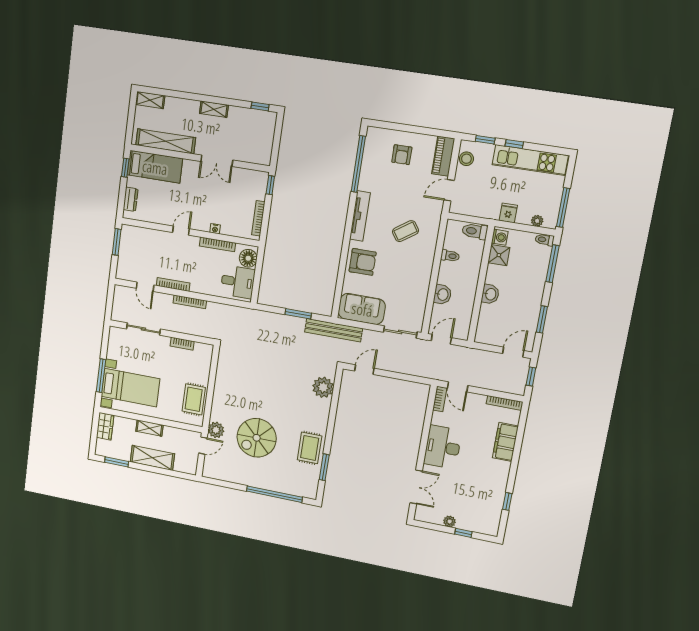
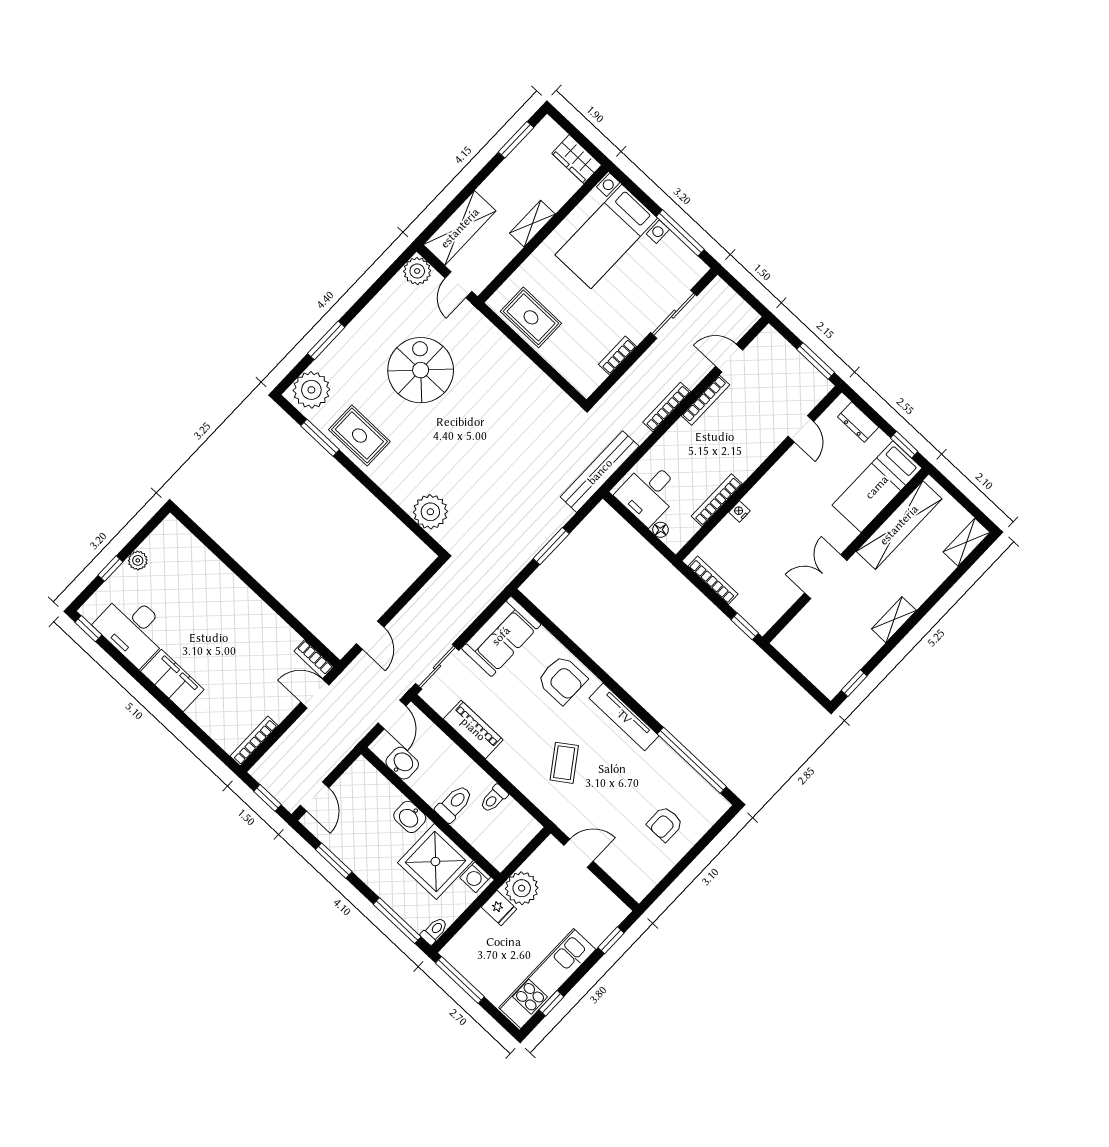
window: (514, 144) -> (551, 1003), moved
armchair: (402, 155) -> (665, 824), turned -90
piano: (443, 156) -> (473, 729), moved
stool: (466, 159) -> (603, 901), removed
door: (449, 190) -> (578, 853), hinge flipped
plant: (537, 221) -> (522, 888), moved, width x1.88, depth x1.88
door: (181, 231) -> (801, 429), moved
toilet: (475, 231) -> (454, 804), moved
shower: (499, 255) -> (435, 861), width x1.86, depth x1.86
floor lamp: (248, 258) -> (660, 530), width x0.53, depth x0.53
armchair: (363, 262) -> (562, 680), turned -90
washbasin: (442, 294) -> (402, 763), moved, turned 180
bench: (334, 330) -> (600, 472), moved
door: (364, 370) -> (370, 635), moved
window: (101, 376) -> (680, 233), moved
plant: (216, 430) -> (417, 271), moved
filing cabinet: (505, 442) -> (172, 680), moved
desk: (443, 447) -> (133, 629), moved, turned 180
shelving: (152, 458) -> (460, 228), moved
plant: (304, 486) -> (311, 390), added
double door: (416, 487) -> (214, 547), removed
window: (274, 494) -> (326, 340), width x0.47
window: (507, 501) -> (88, 629), moved

